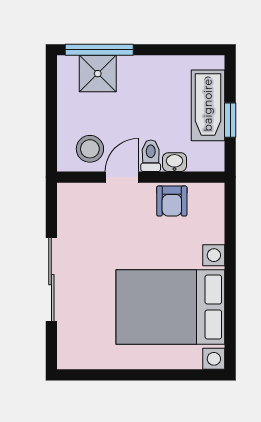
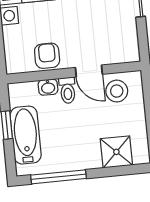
window: (99, 50) -> (59, 177), moved
door: (122, 177) -> (89, 71), hinge flipped

